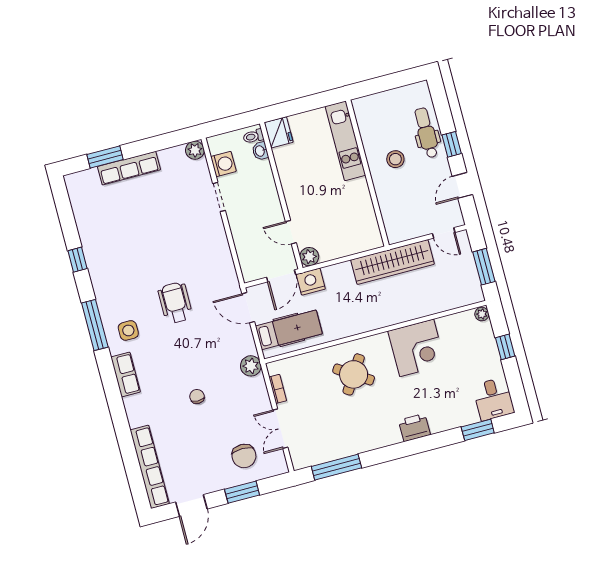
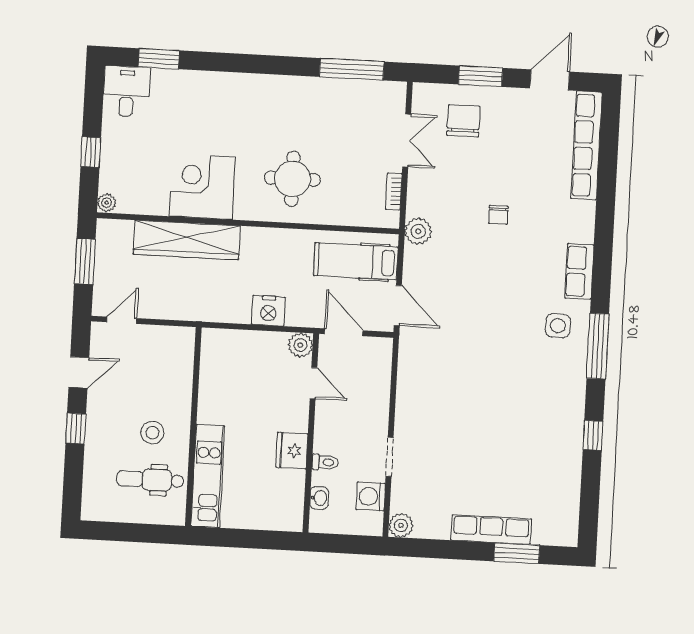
fridge: (279, 132) -> (292, 450), moved
dental chair: (426, 133) -> (150, 480), moved, turned 90
toilet: (253, 136) -> (325, 462), moved
door: (444, 233) -> (122, 320), hinge flipped
wardrobe: (393, 262) -> (187, 240), moved, turned 180
door: (281, 276) -> (344, 332), hinge flipped
nightstand: (311, 282) -> (268, 311), moved
wheelchair: (175, 303) -> (488, 341), removed
round table: (354, 374) -> (292, 179), turned -33
printer: (414, 427) -> (237, 87), removed

